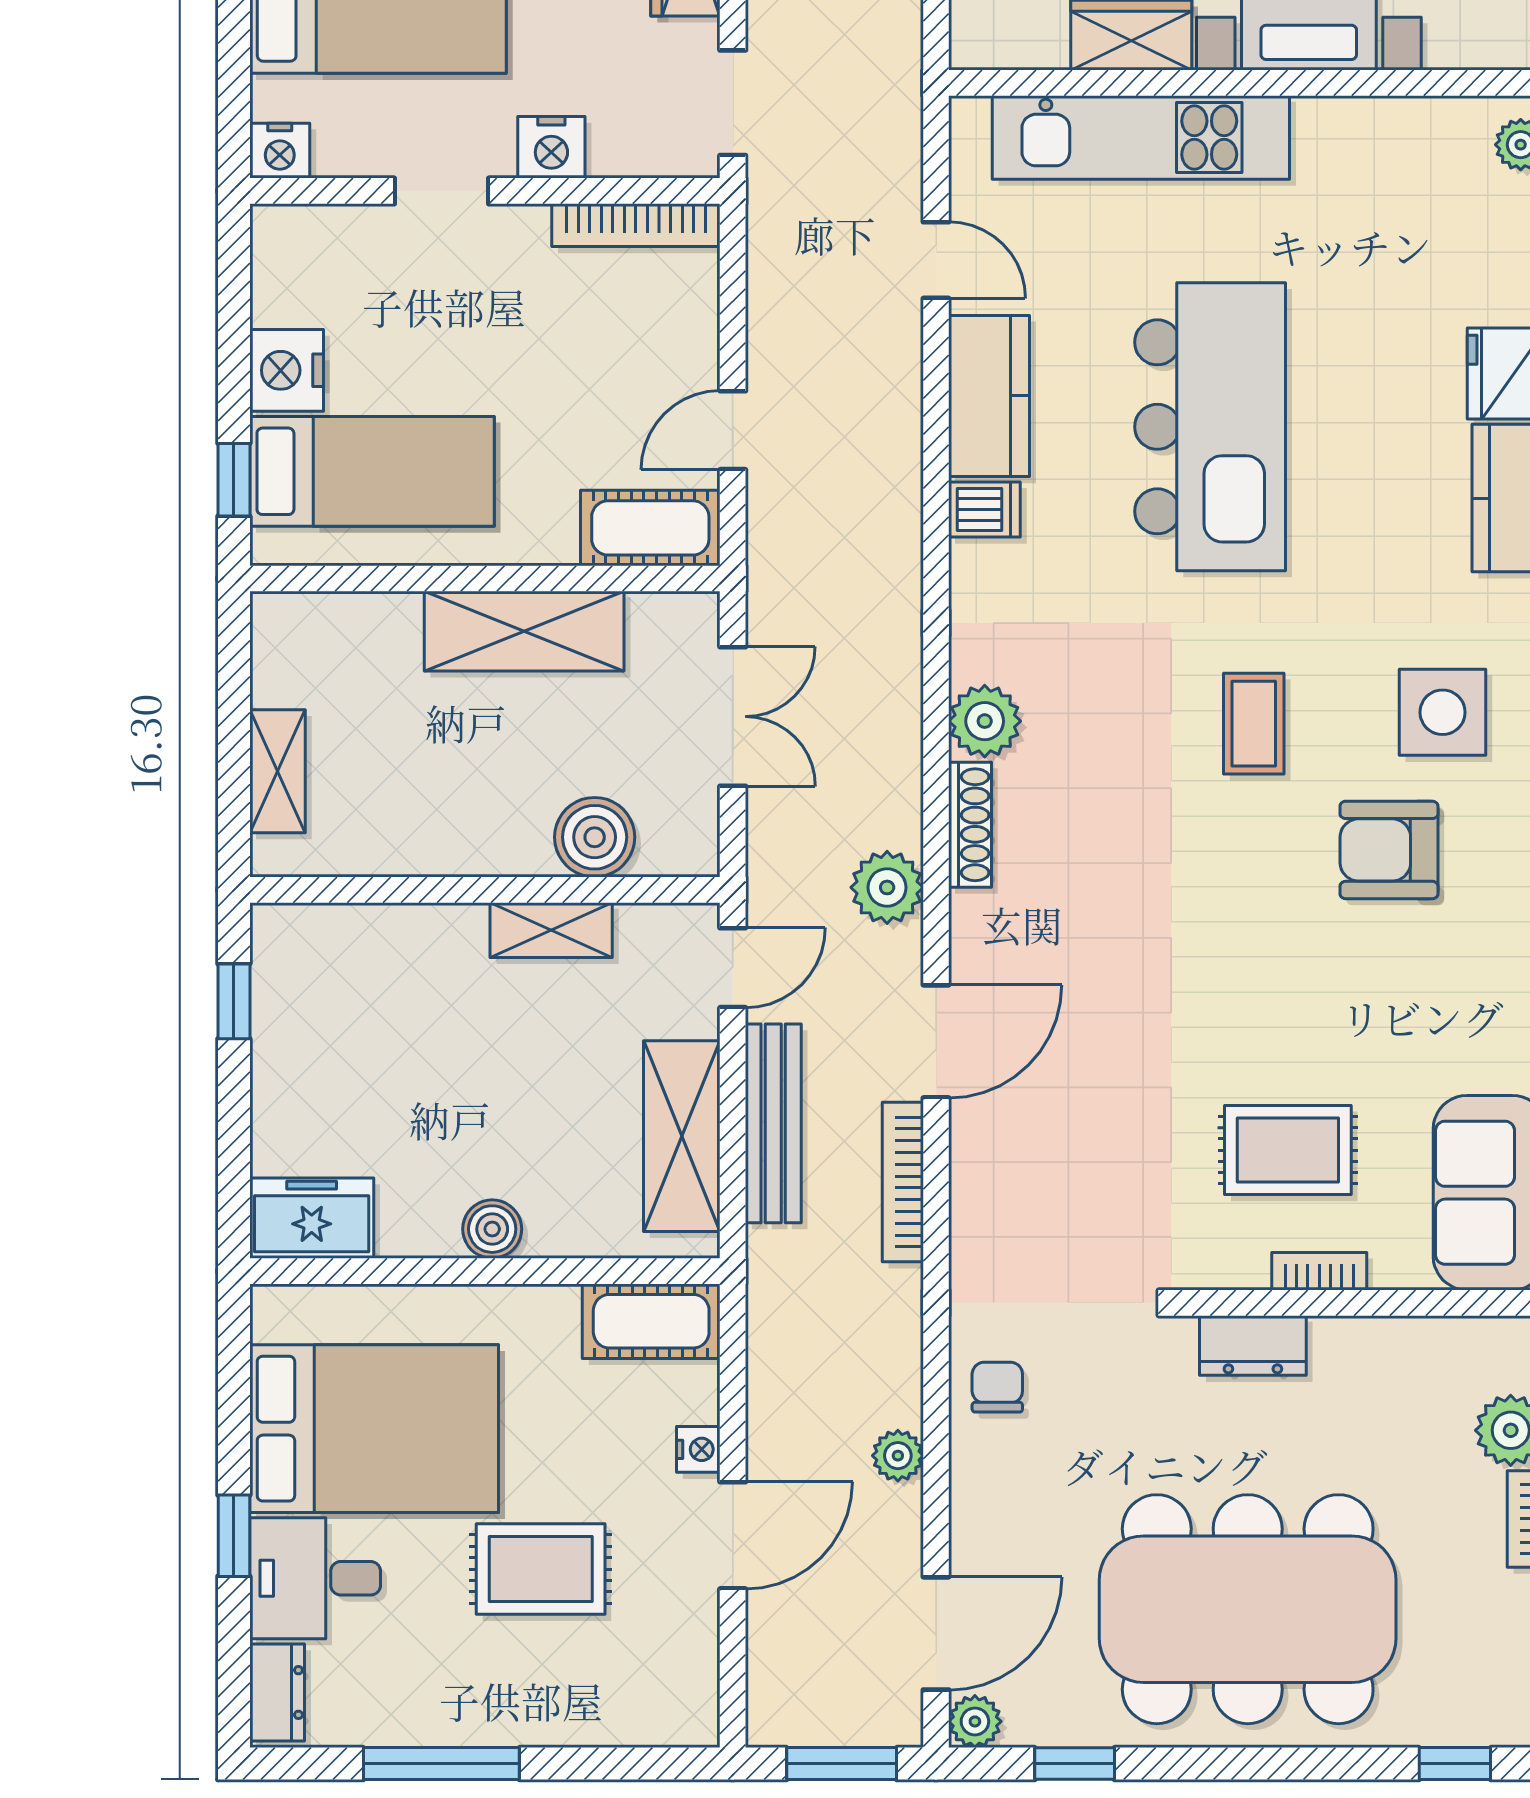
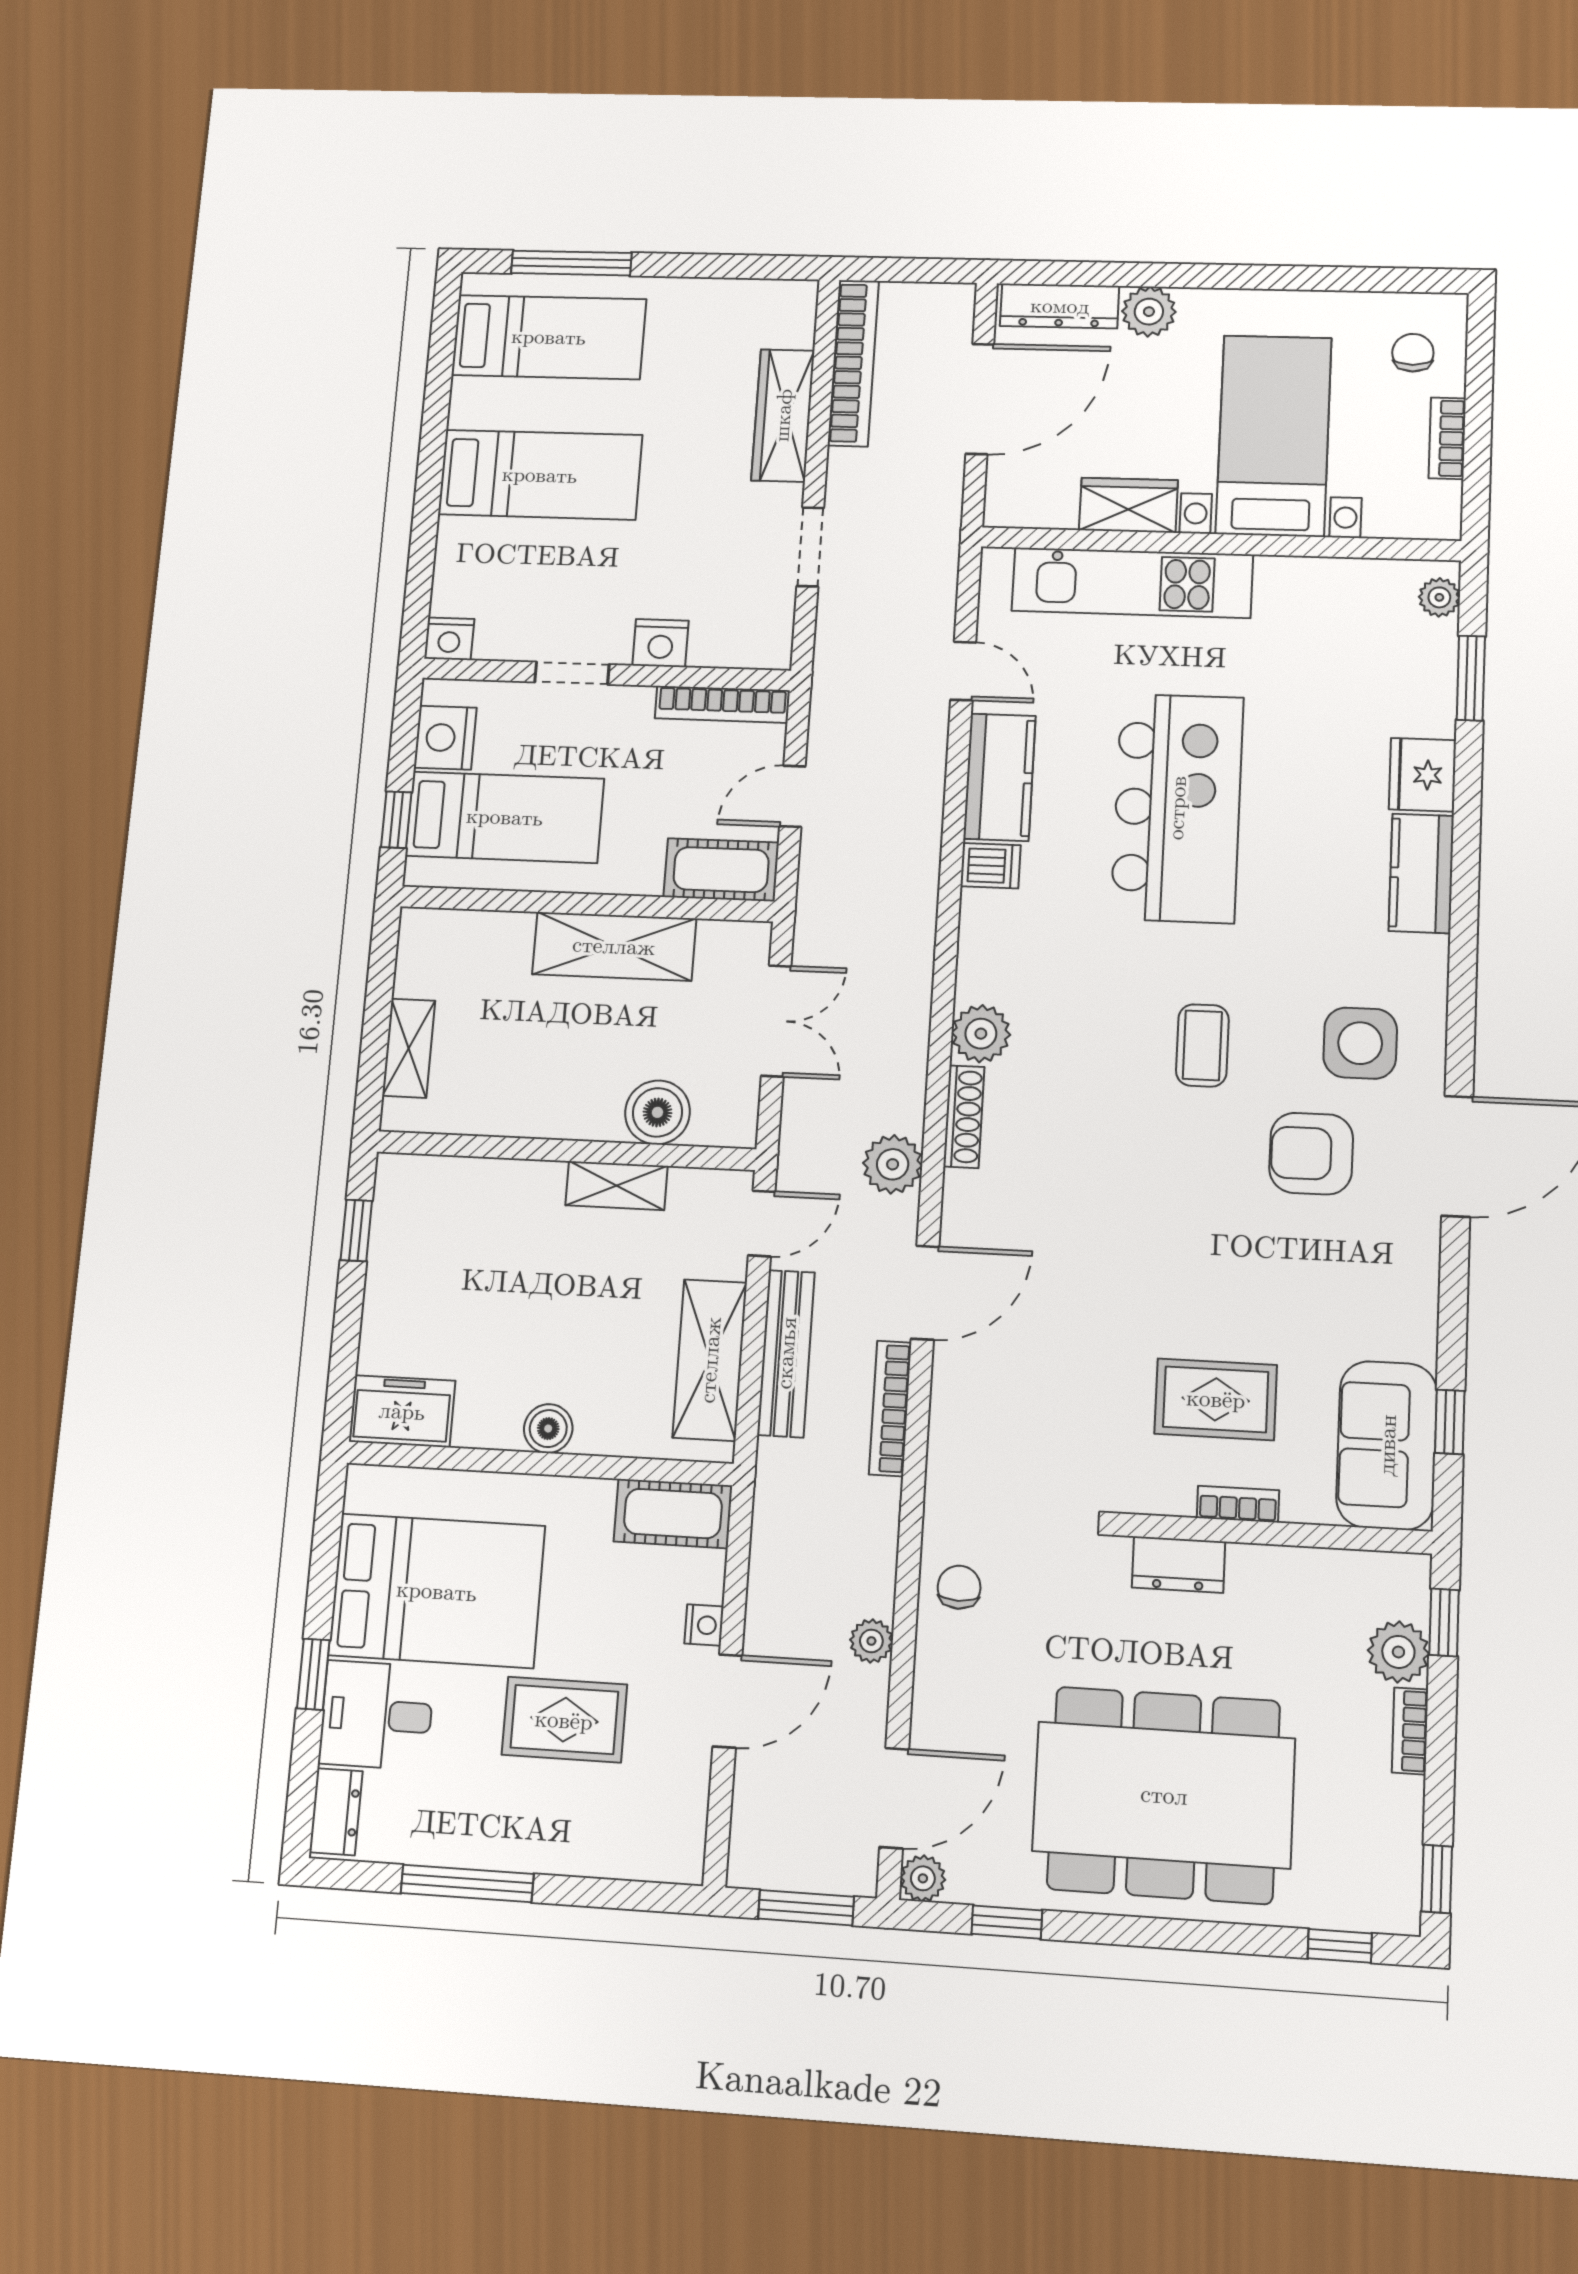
nightstand: (551, 147) -> (661, 643), moved
nightstand: (280, 151) -> (449, 639), moved
doorway: (441, 191) -> (572, 673), moved
wall: (485, 191) -> (606, 674), moved
bookcase: (636, 225) -> (722, 704), moved

